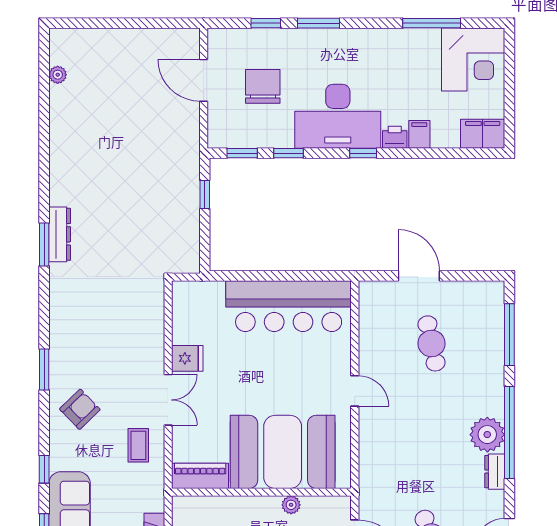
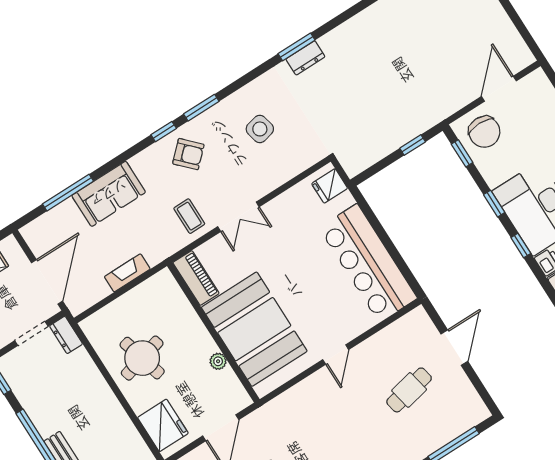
chair: (263, 86) -> (484, 132), moved, turned 90
window: (288, 153) -> (494, 204), moved
dresser: (60, 234) -> (305, 58), width x0.70
side table: (99, 328) -> (260, 129), added
fridge: (187, 358) -> (330, 186), moved, turned 90
coffee table: (138, 445) -> (189, 216), turned 90
window: (44, 469) -> (164, 132), moved

